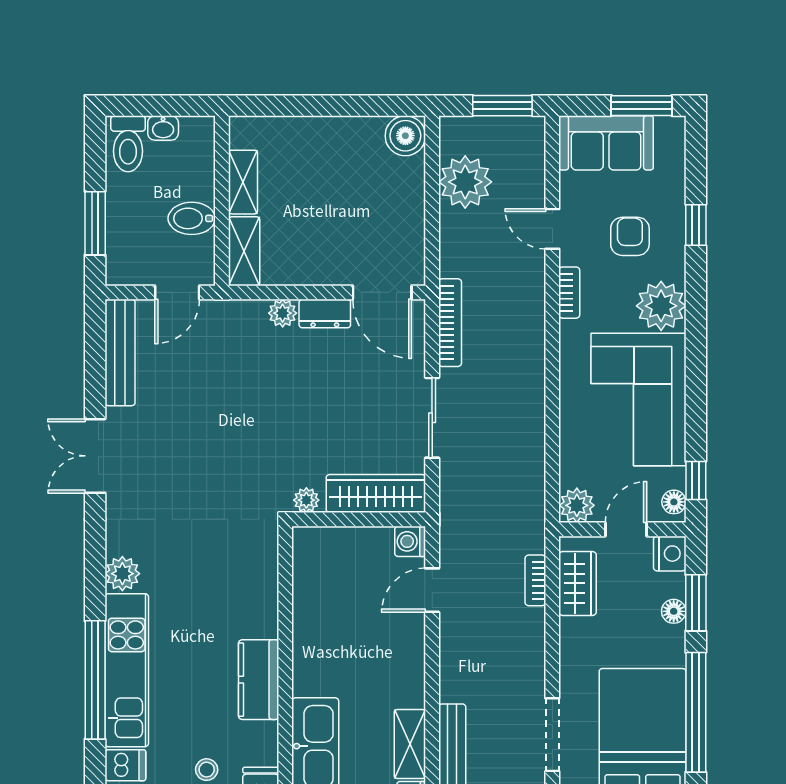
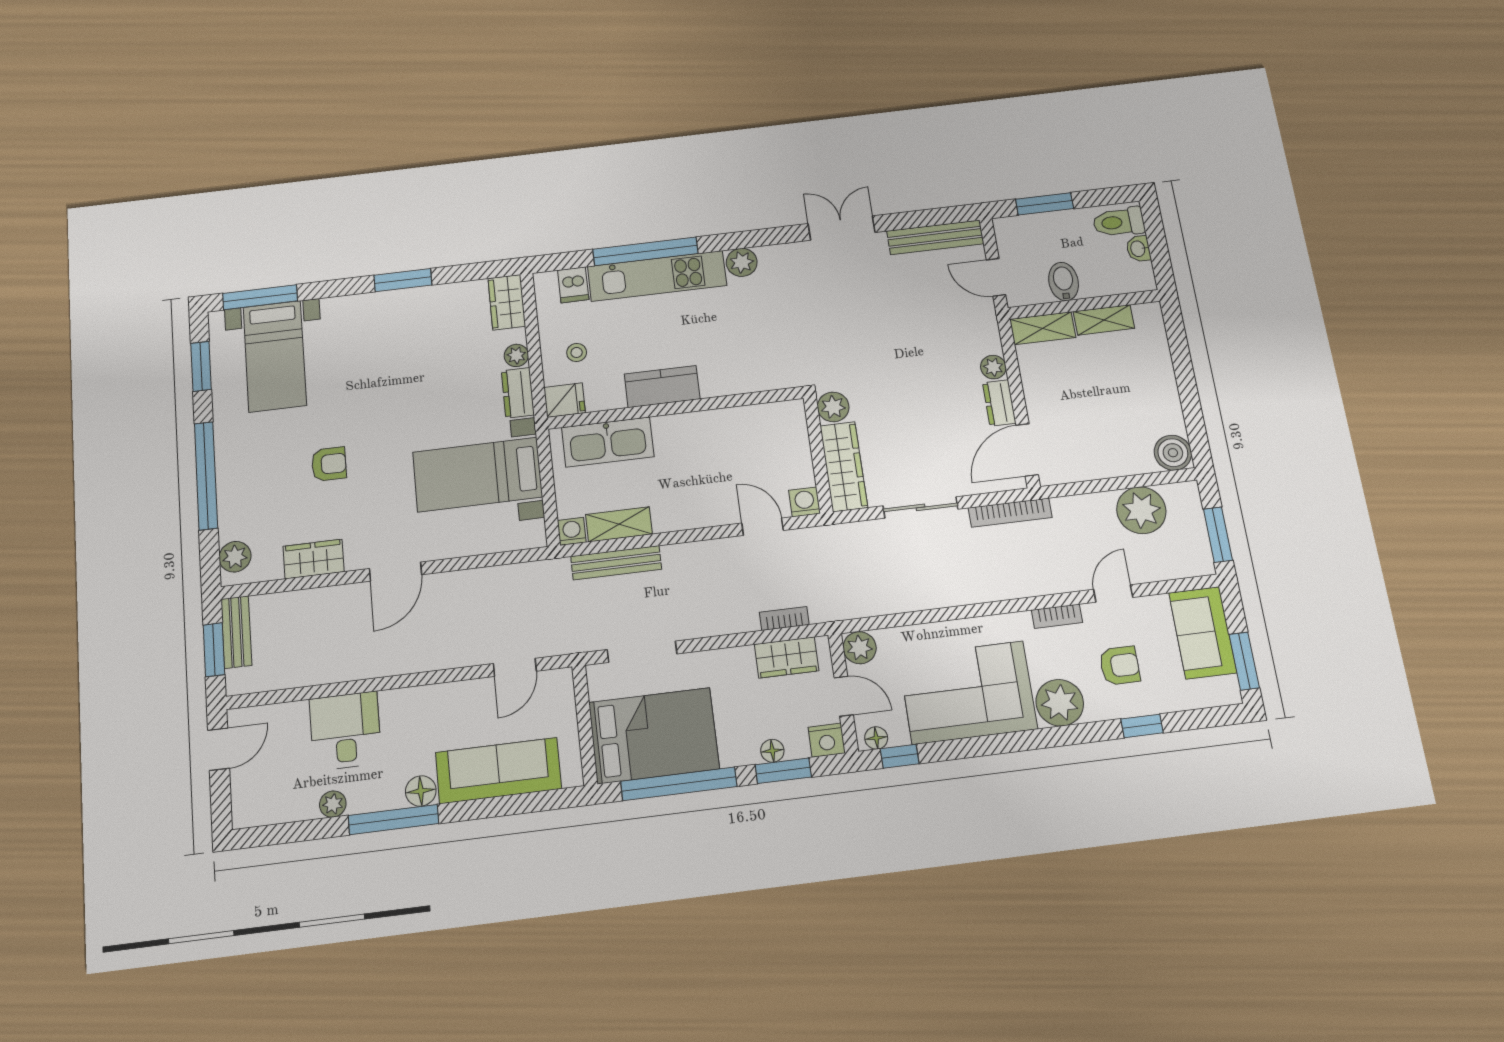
plant: (306, 500) -> (833, 407), width x1.38, depth x1.38

